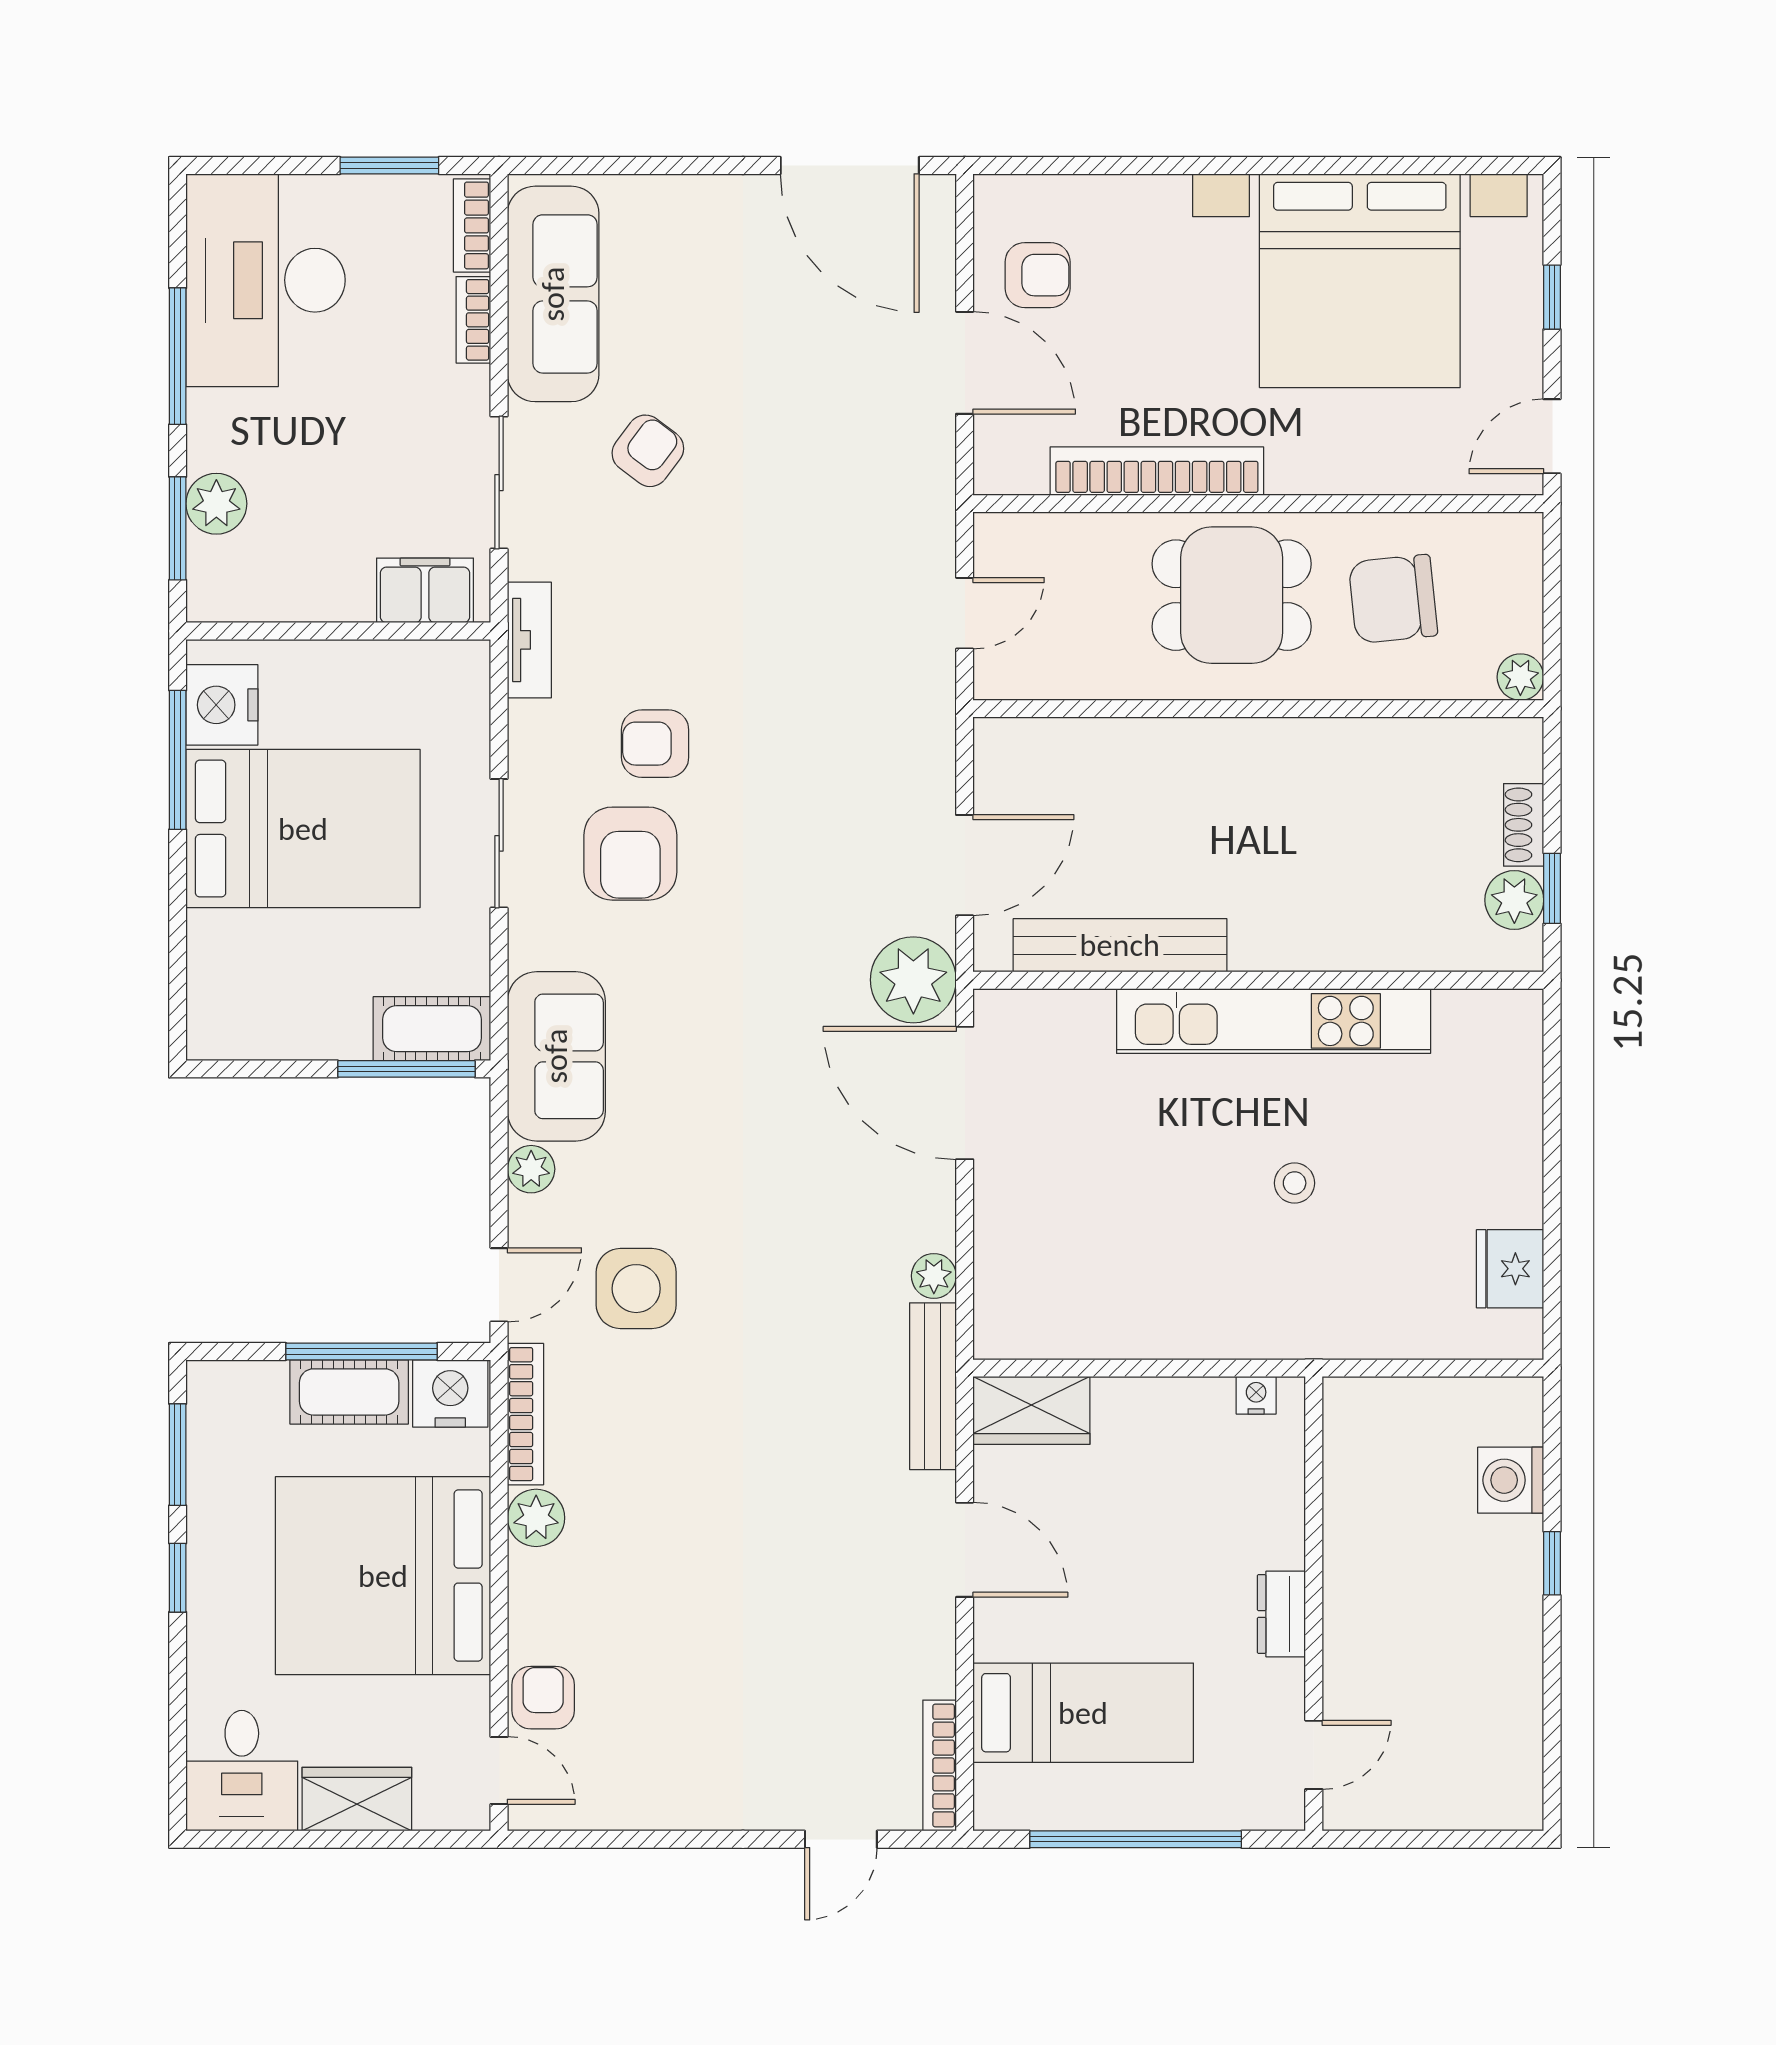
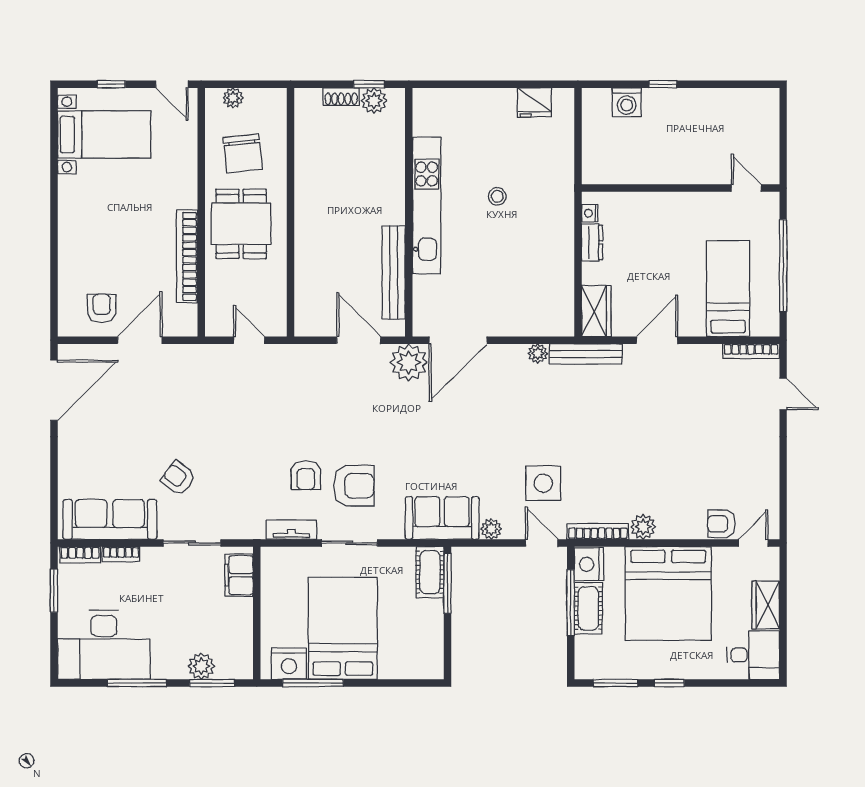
bed with nightstands: (1360, 281) -> (104, 134), width x0.54
tv unit: (529, 640) -> (291, 530), moved
plant: (1520, 677) -> (233, 98), moved
dresser: (1281, 1614) -> (592, 242), moved, turned -90

